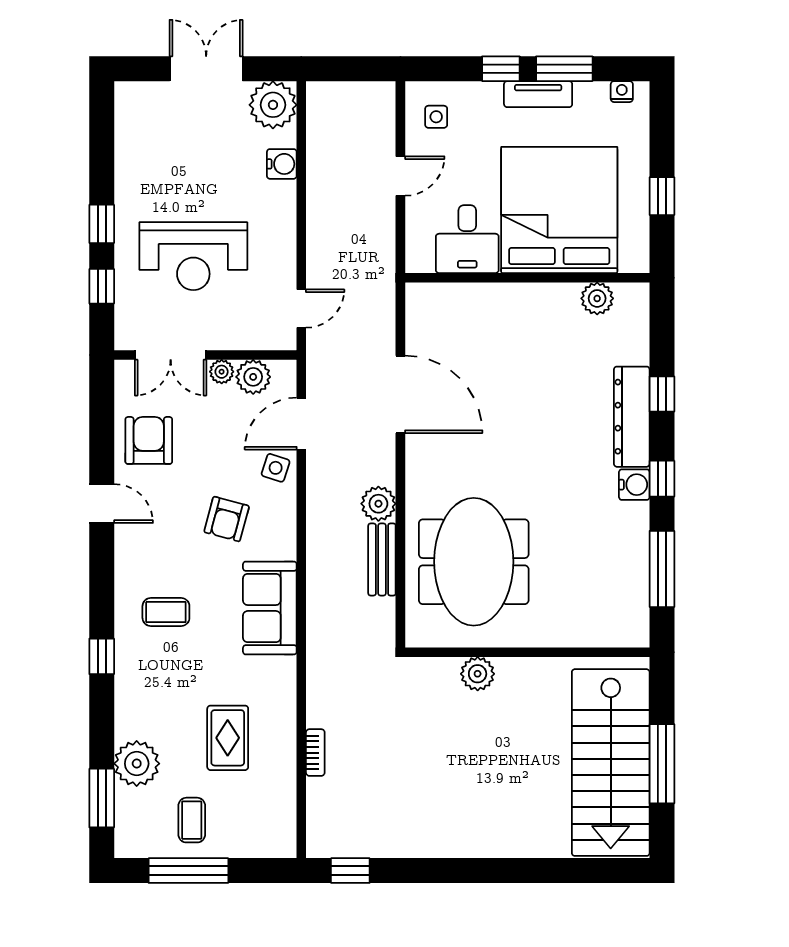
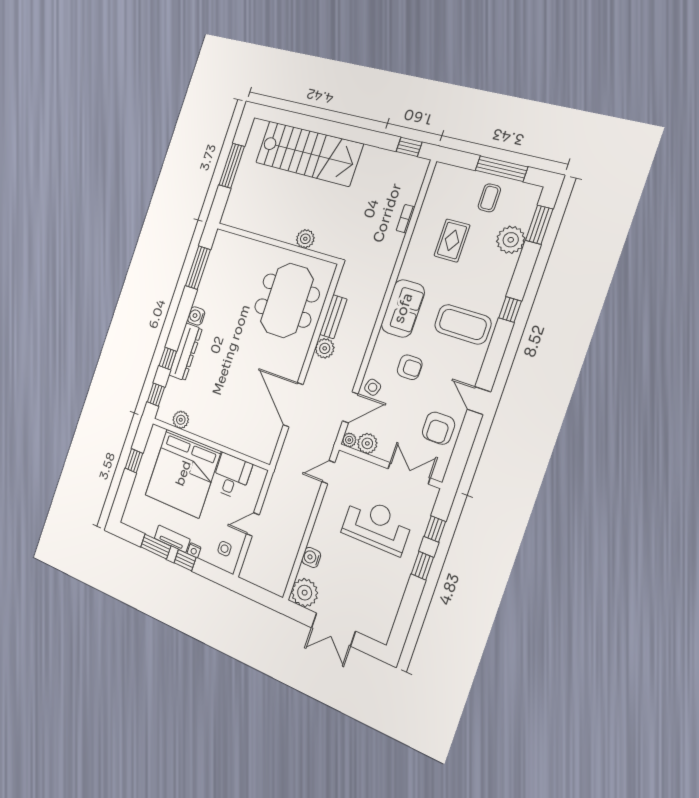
nightstand: (622, 92) -> (194, 550), moved
plant: (222, 372) -> (349, 440), moved
window: (662, 479) -> (156, 395), moved
armchair: (227, 519) -> (410, 367), turned 75
coffee table: (166, 612) -> (463, 324), width x1.86, depth x1.72
stairs: (611, 763) -> (309, 153), moved, turned 90

